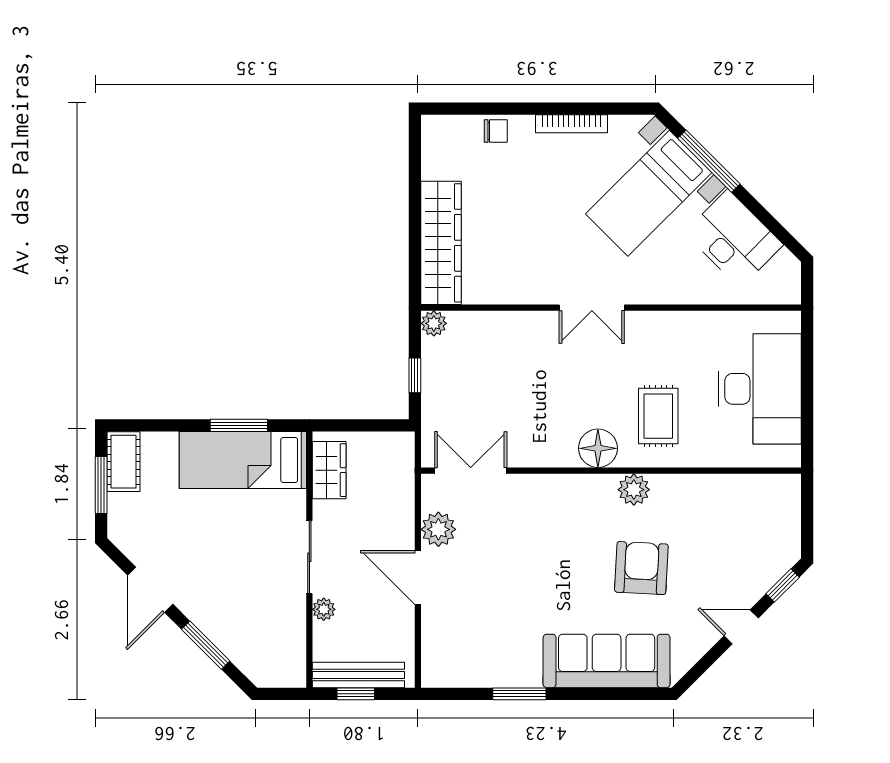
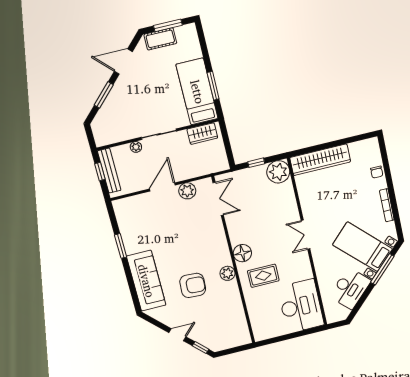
plant: (434, 323) -> (278, 172), width x1.88, depth x1.88
desk: (760, 389) -> (301, 306), moved, turned -90
cot: (124, 462) -> (160, 39), moved
door: (741, 627) -> (177, 335), hinge flipped

